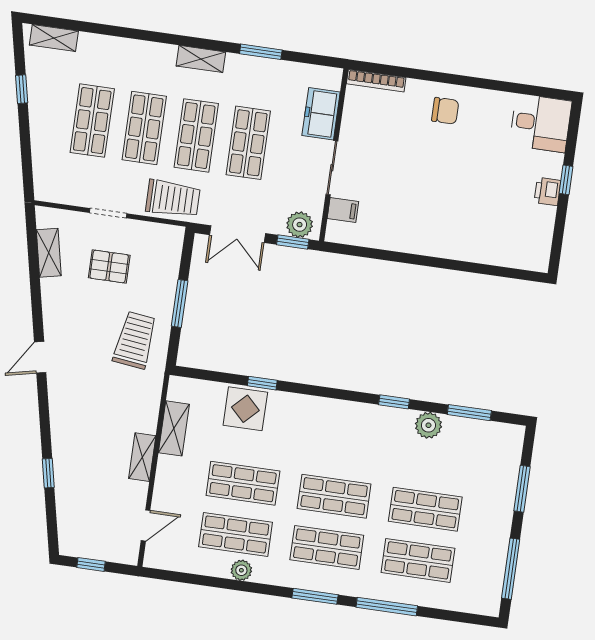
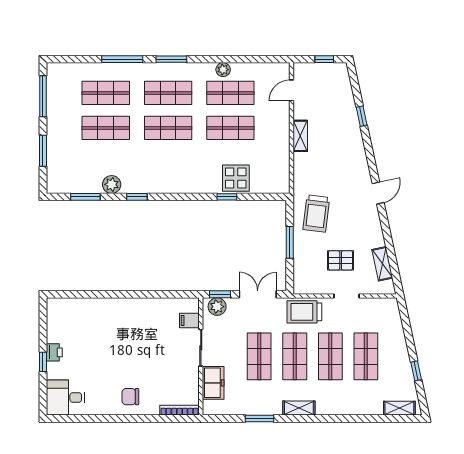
shelving: (174, 428) -> (282, 158), removed

